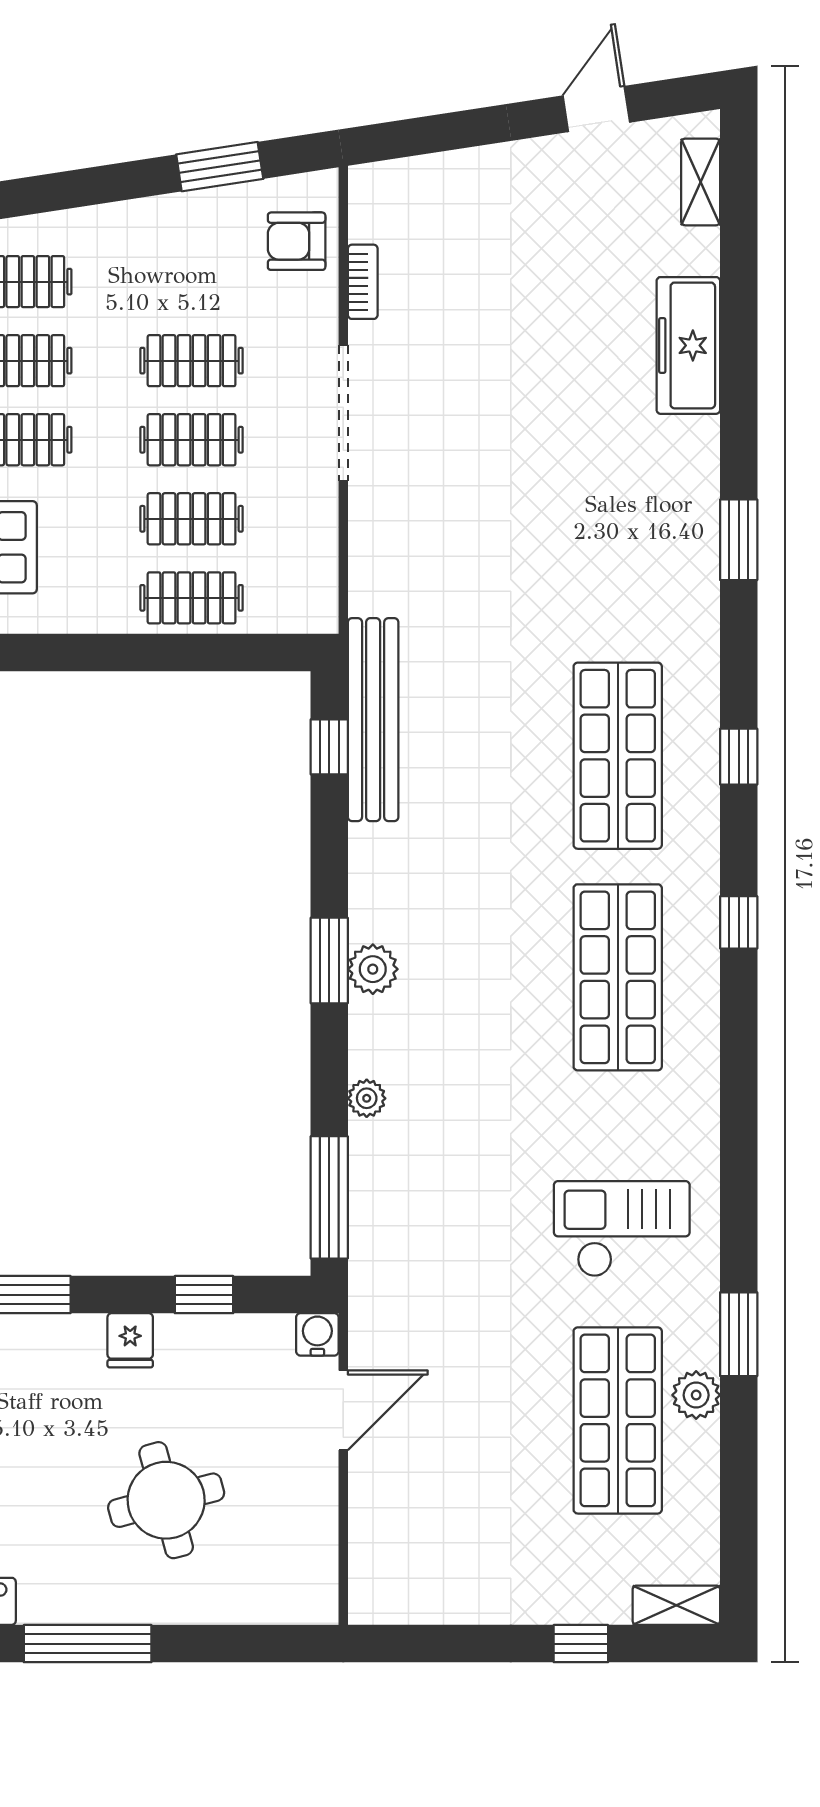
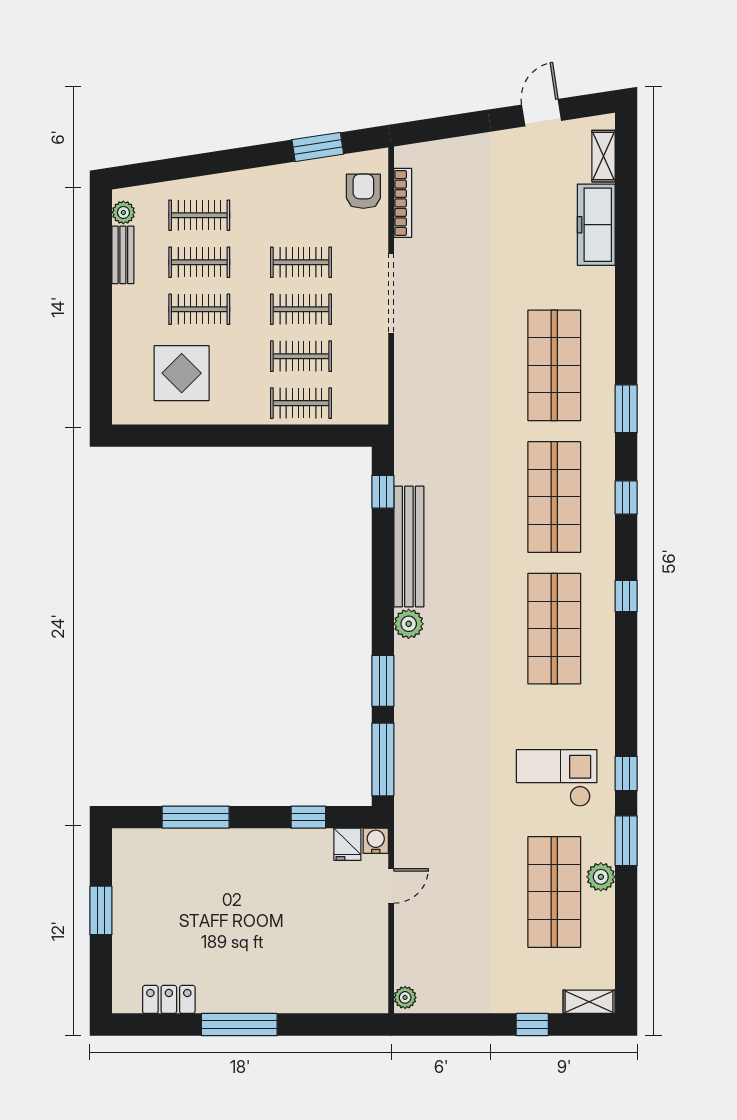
armchair: (297, 241) -> (363, 191), turned 90
bookcase: (363, 282) -> (403, 203), width x1.56
freezer: (688, 345) -> (596, 225), moved
shop shelf: (618, 534) -> (554, 365), added
window: (739, 540) -> (626, 409), moved
bench: (373, 720) -> (409, 546), moved
window: (329, 960) -> (383, 681), moved
plant: (367, 1098) -> (405, 997), moved
window: (739, 1221) -> (626, 774), added
fridge: (130, 1340) -> (347, 844), moved
door: (343, 1410) -> (391, 886), width x0.73
round table: (166, 1500) -> (286, 939), removed

